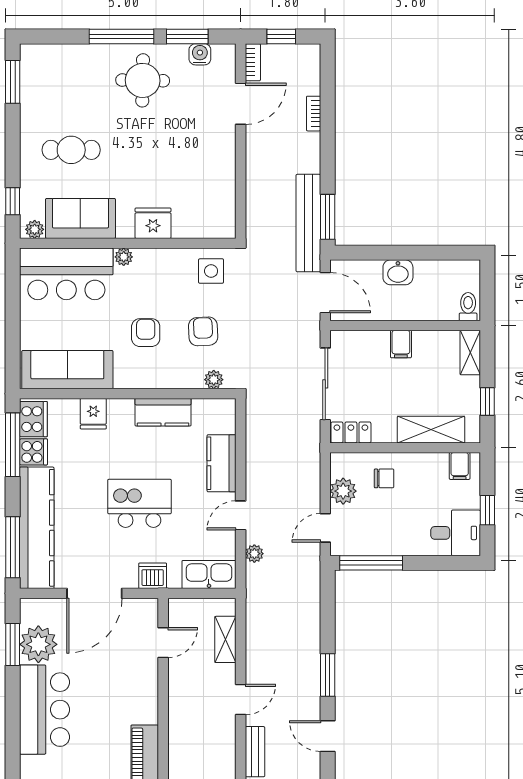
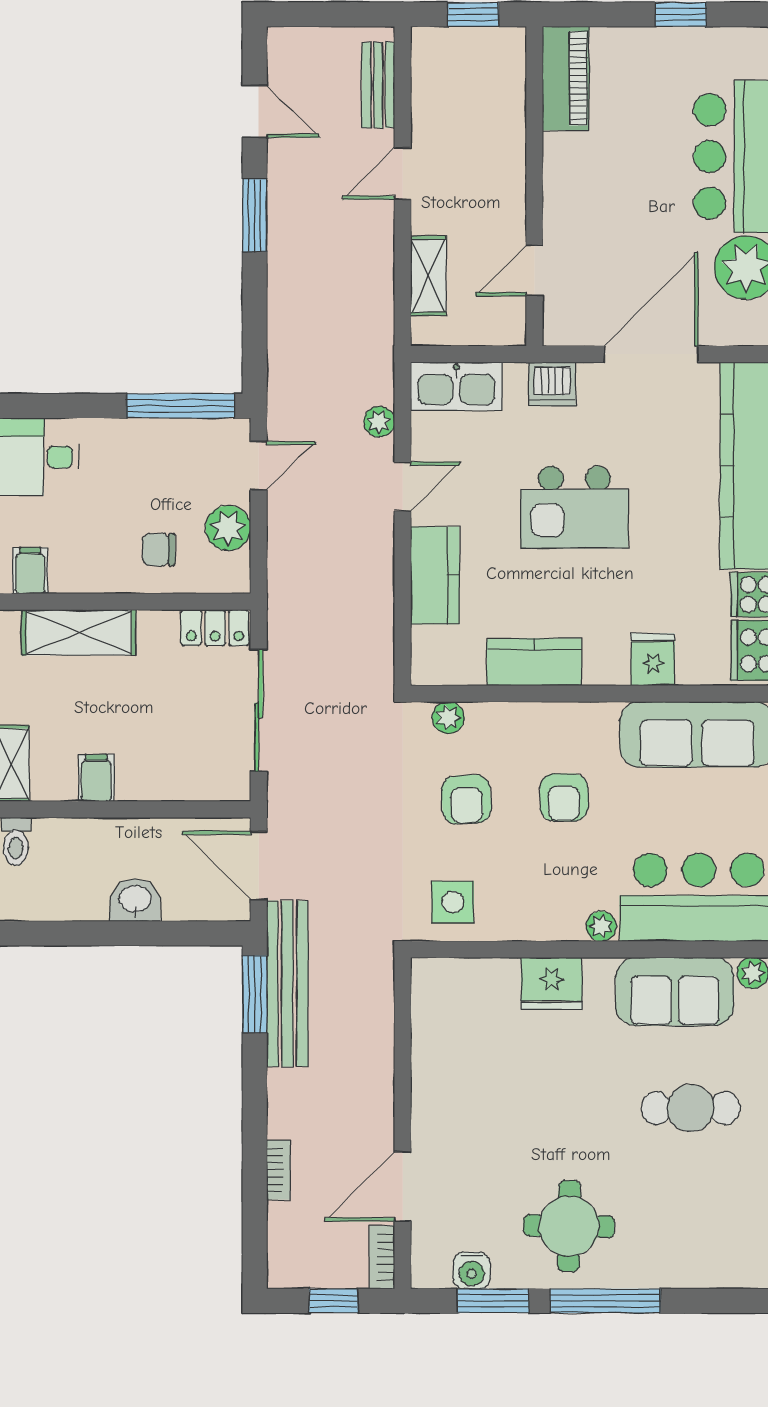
filing cabinet: (401, 344) -> (96, 778), moved

